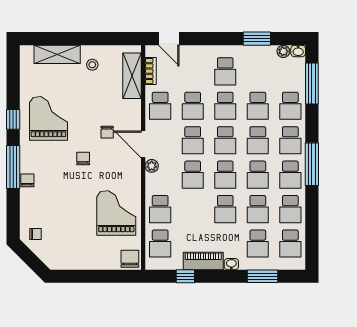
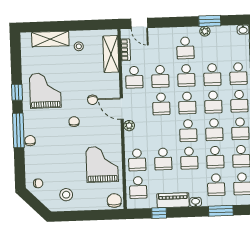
plant: (283, 51) -> (205, 31), moved
school desk: (193, 175) -> (163, 159), moved
stool: (70, 249) -> (66, 195), added

